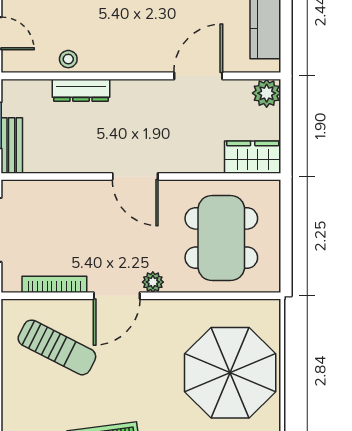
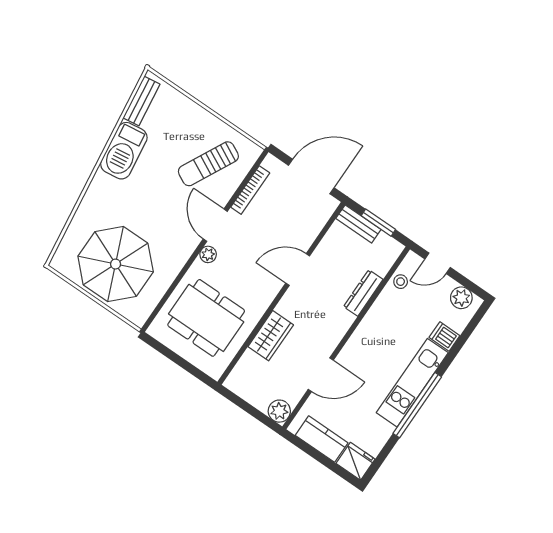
stool: (68, 59) -> (401, 282), moved
door: (198, 76) -> (321, 375), hinge flipped
wardrobe: (253, 157) -> (271, 336), moved
door: (135, 176) -> (298, 269), moved

